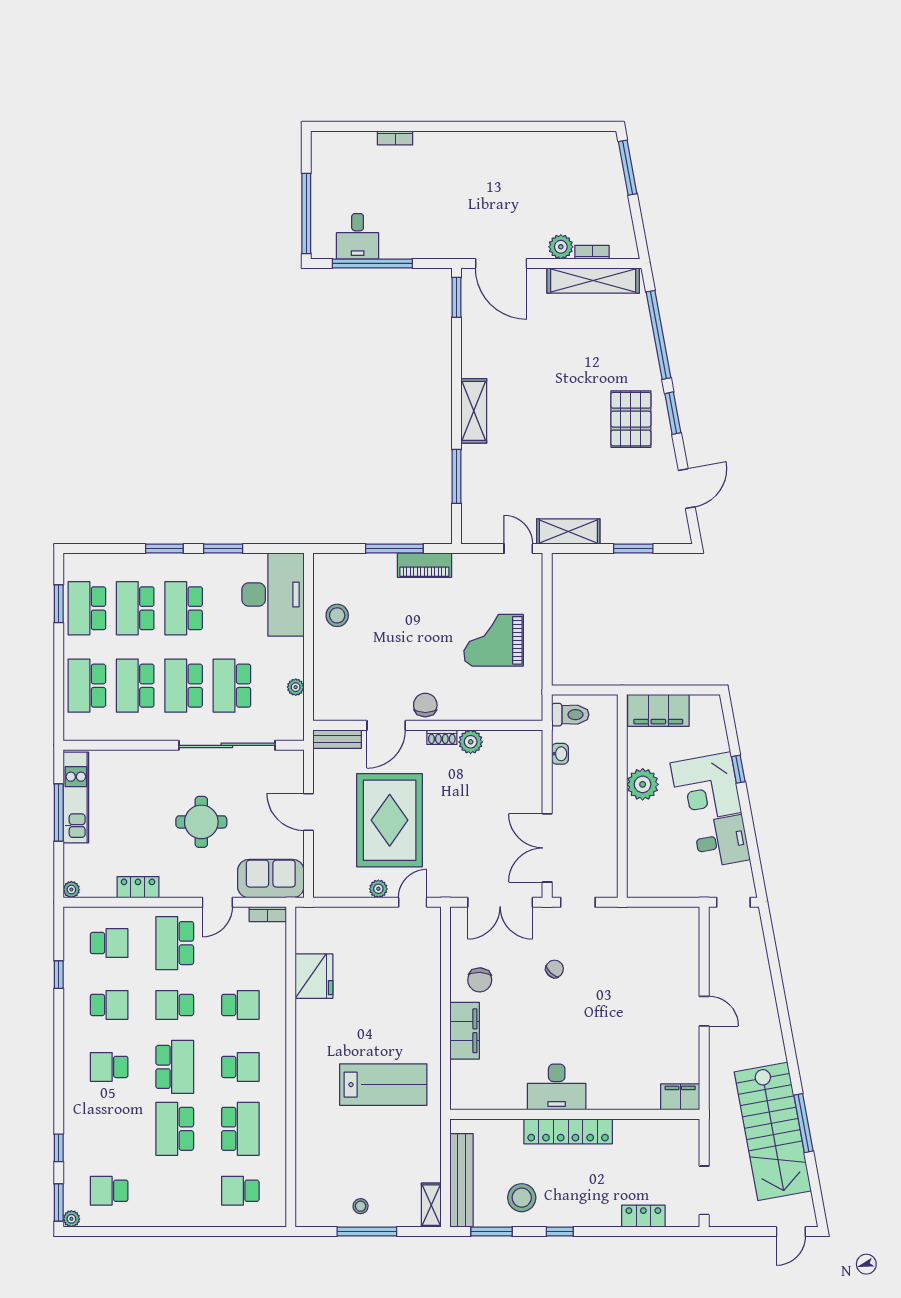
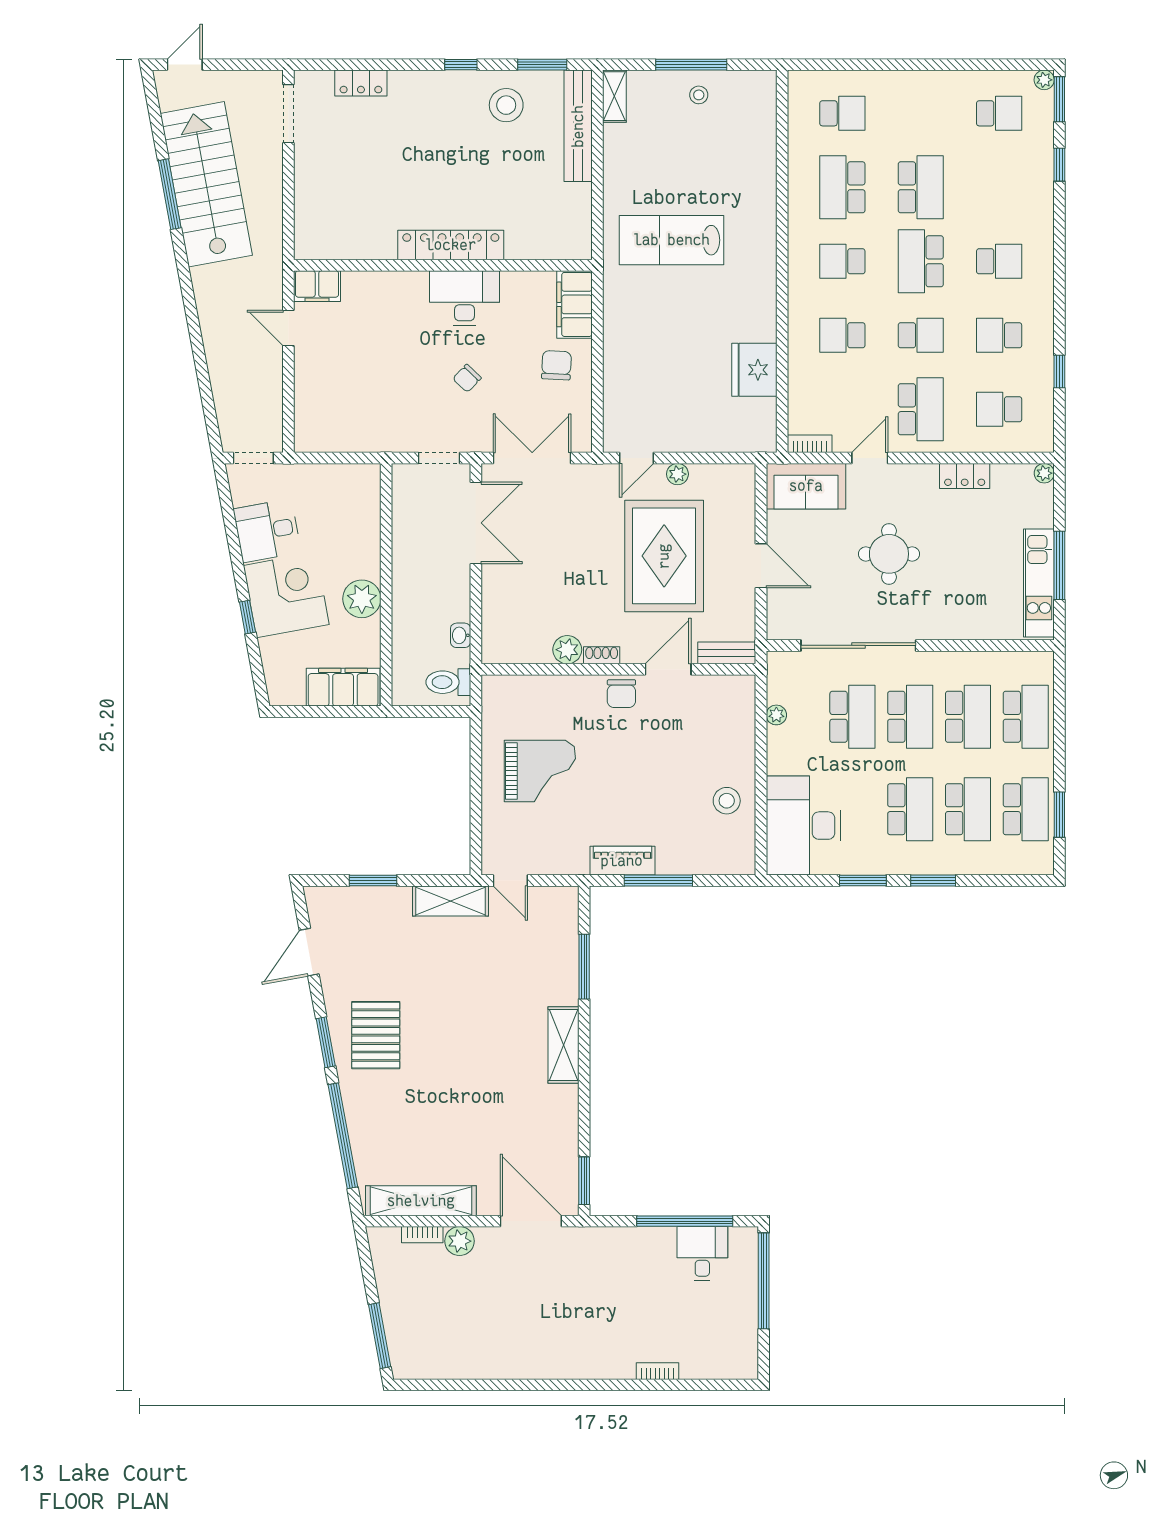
desk: (557, 1087) -> (464, 298), moved
filing cabinet: (680, 1097) -> (317, 286), moved
wall: (575, 1114) -> (443, 265), moved
locker: (568, 1131) -> (451, 245), moved

